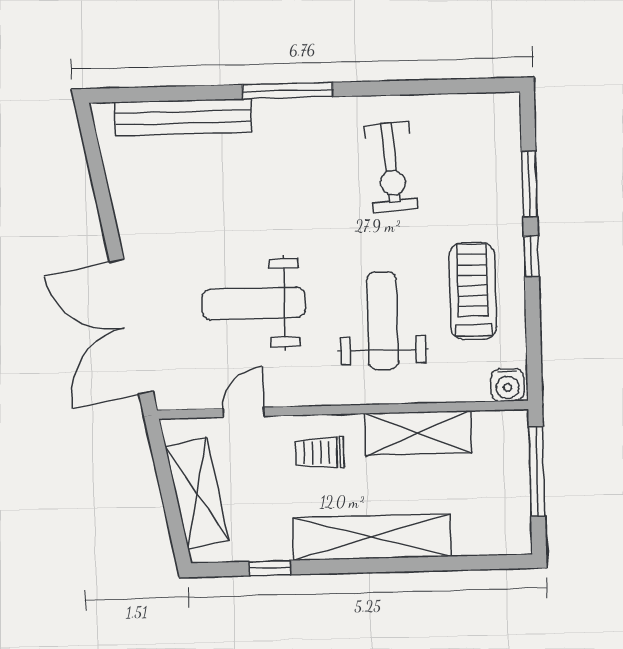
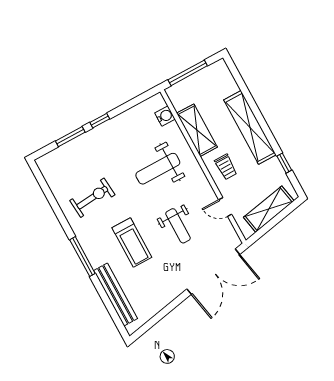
treadmill: (473, 291) -> (132, 243), moved, turned -90
weight bench: (254, 303) -> (178, 226), width x0.73, depth x0.75
water cooler: (508, 385) -> (165, 116), moved

